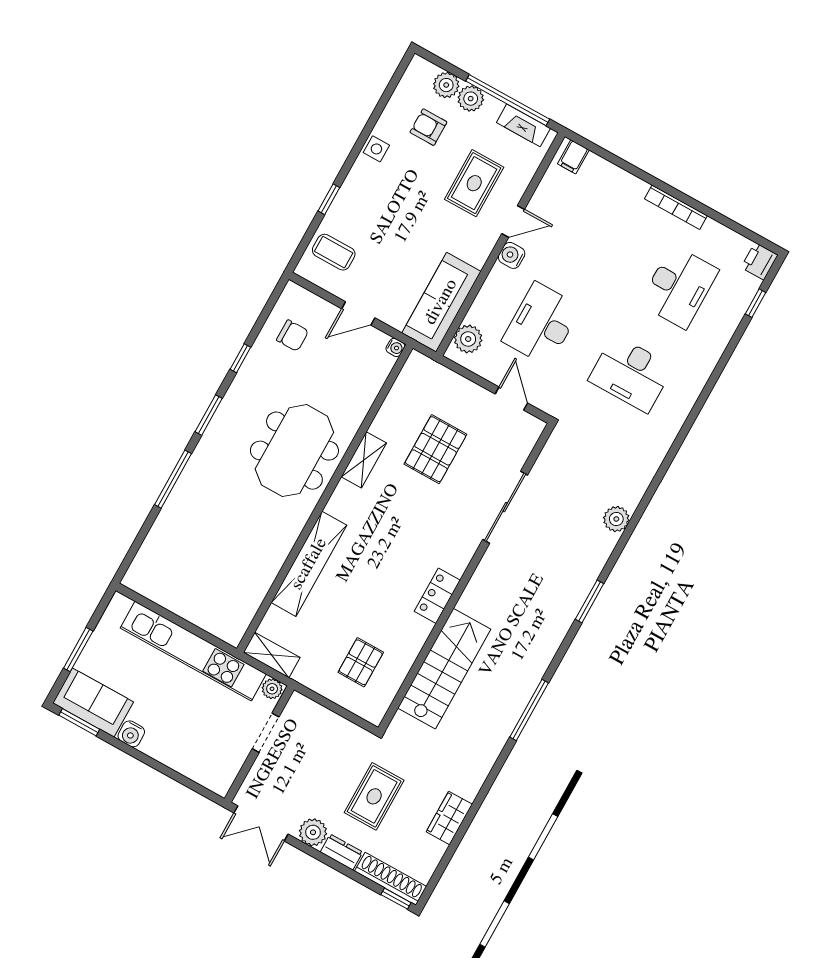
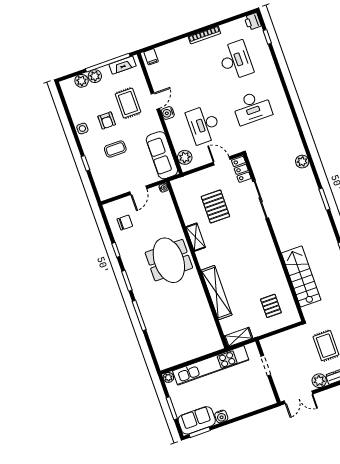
armchair: (428, 127) -> (107, 120), moved, turned -90
coffee table: (334, 252) -> (115, 149), moved
locker: (437, 596) -> (241, 169), moved
plant: (272, 689) -> (168, 377), moved

